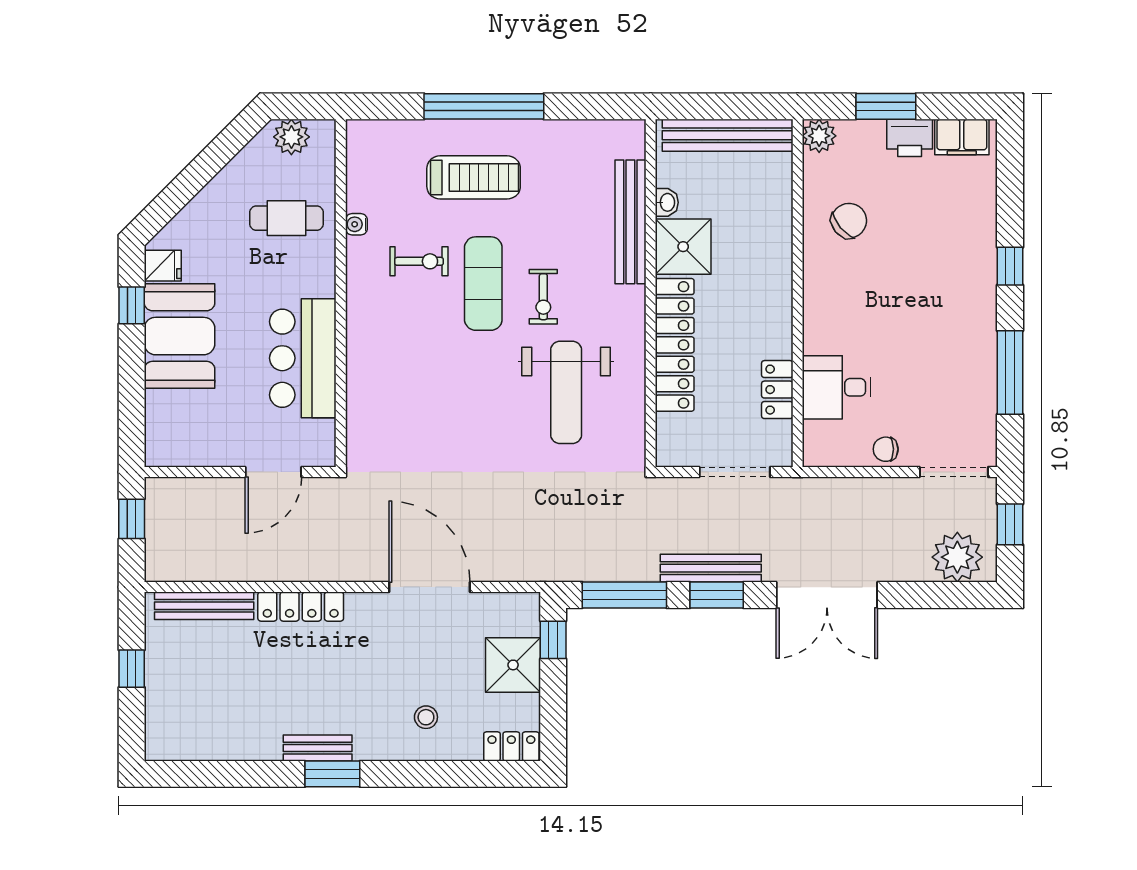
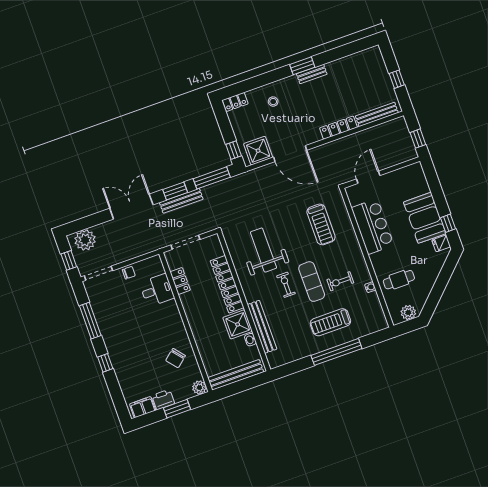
treadmill: (417, 404) -> (321, 224), added
shower: (513, 665) -> (258, 151), moved

